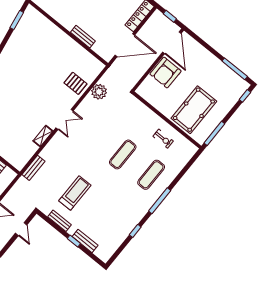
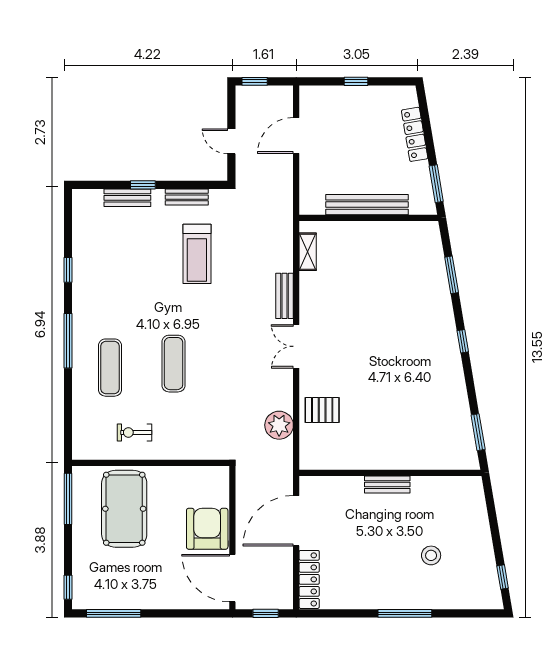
bench: (83, 37) -> (387, 485), moved
shelving: (43, 136) -> (308, 252), moved
bench: (33, 168) -> (284, 296), moved

